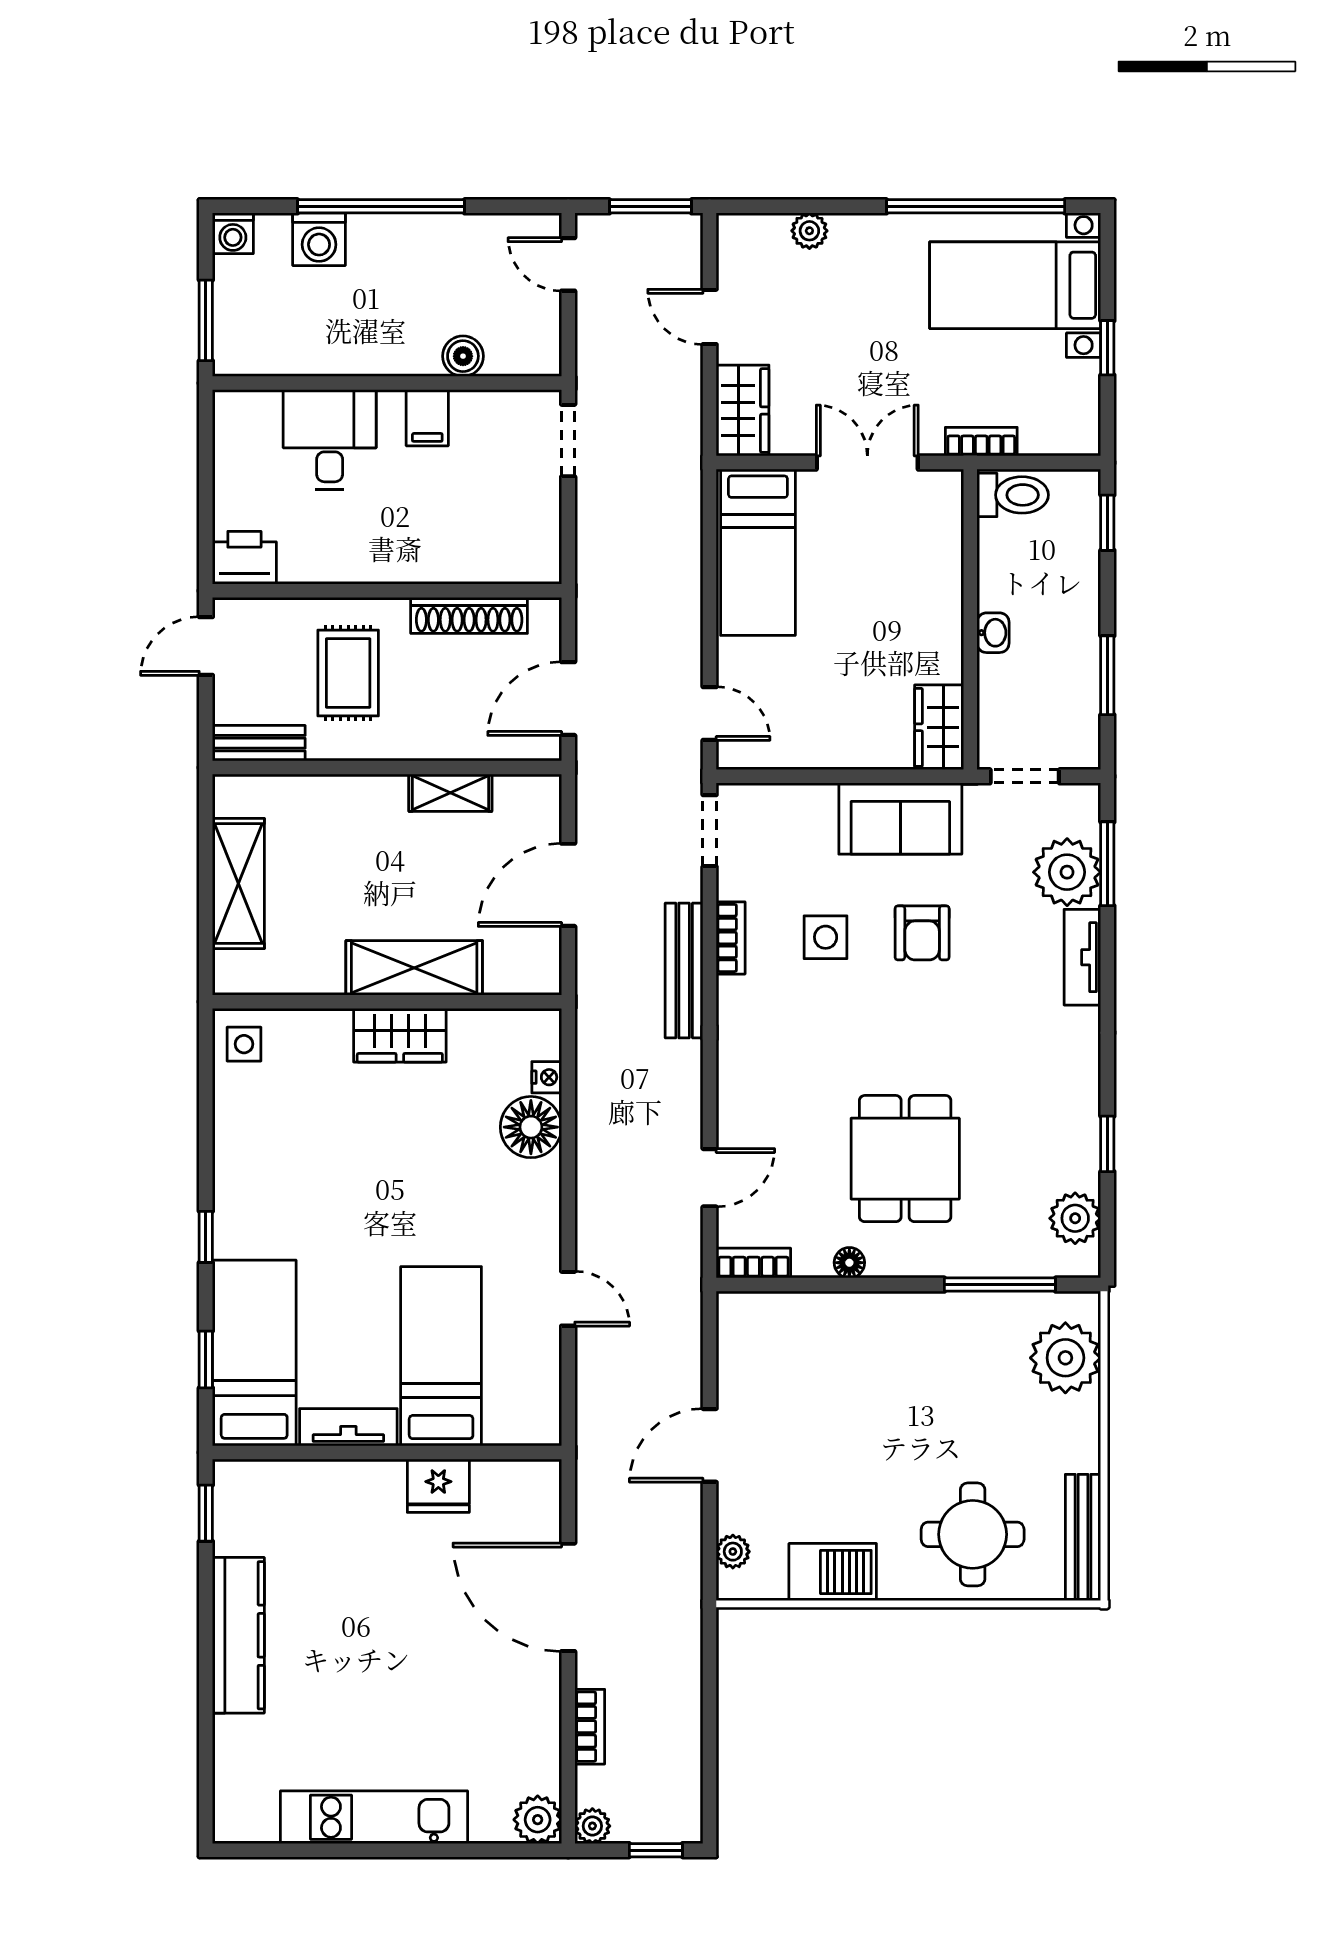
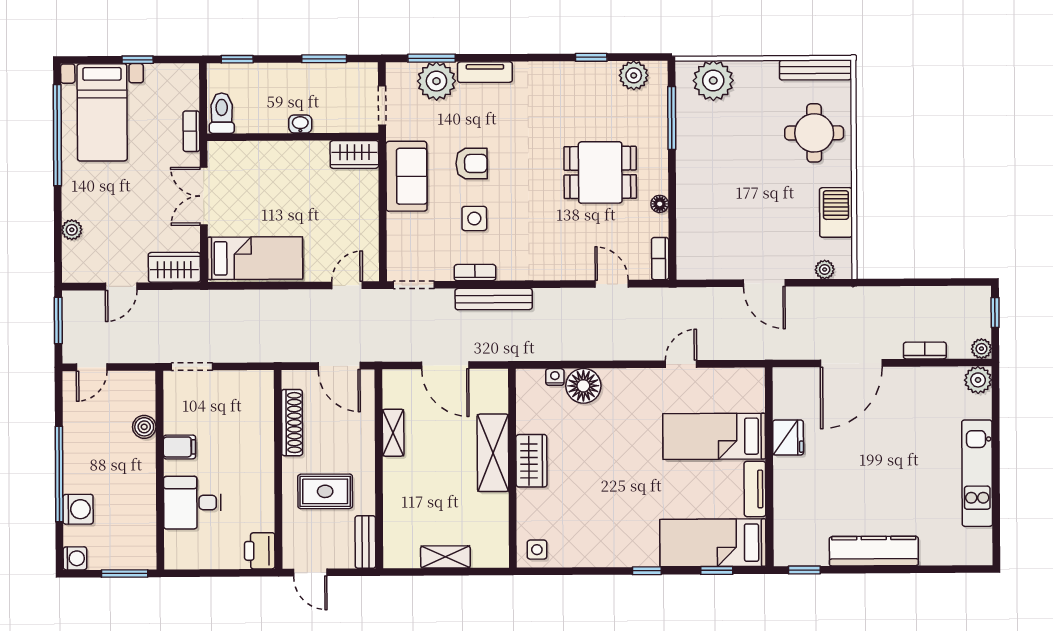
shelving: (238, 883) -> (445, 557), width x0.67, depth x0.75

